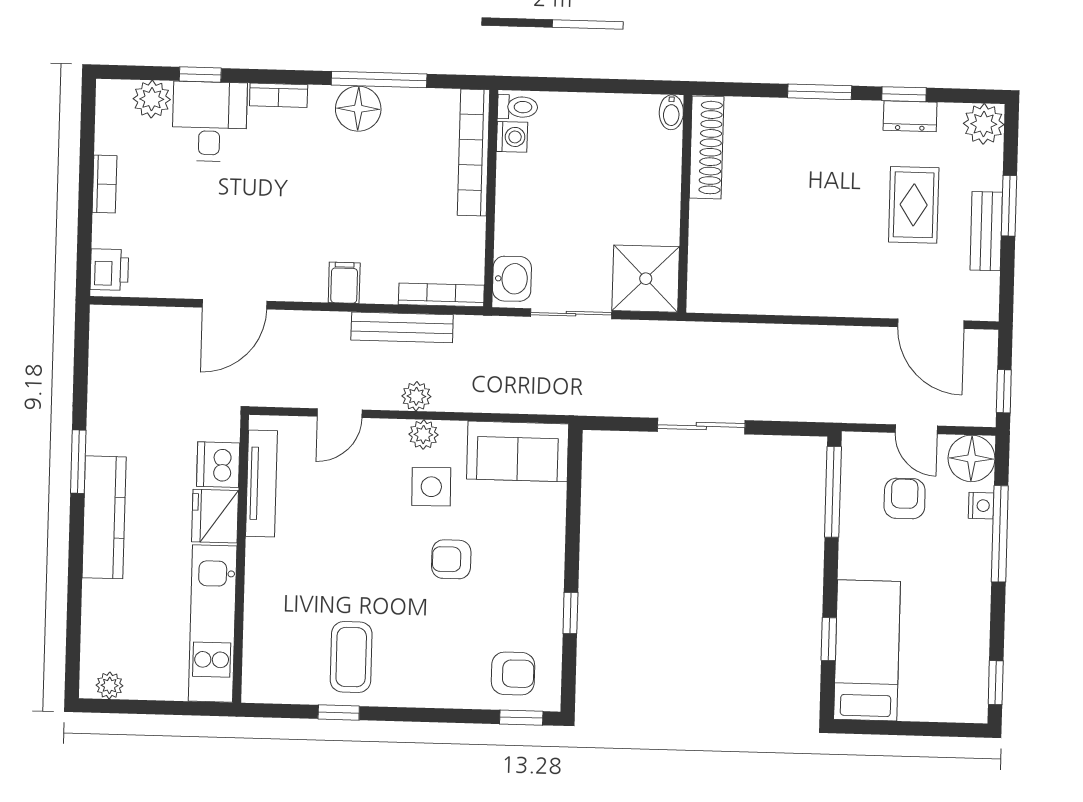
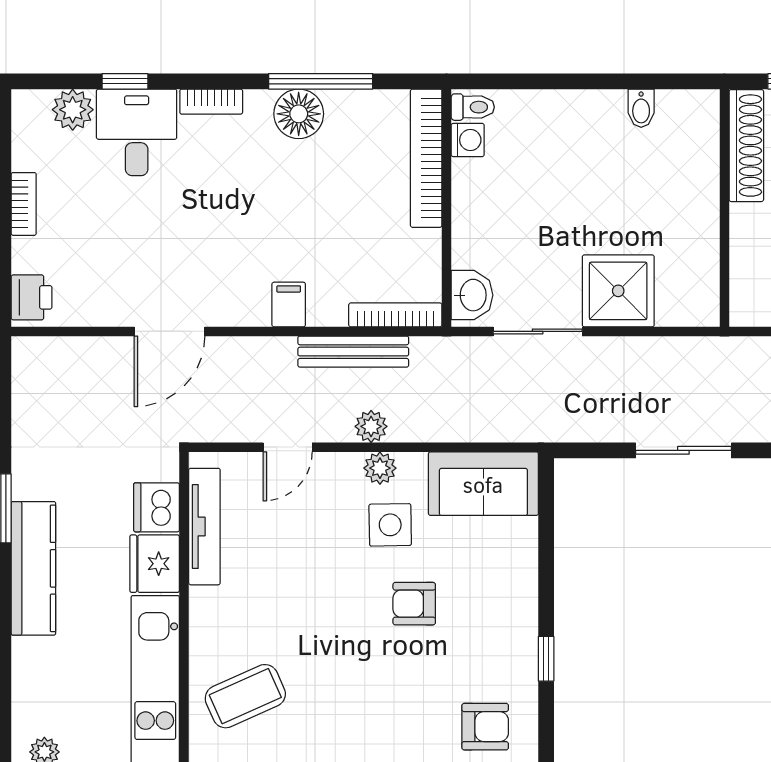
shoe rack: (707, 147) -> (746, 146), moved
wall: (685, 204) -> (724, 208), moved
coffee table: (351, 657) -> (245, 696), moved, turned 66

